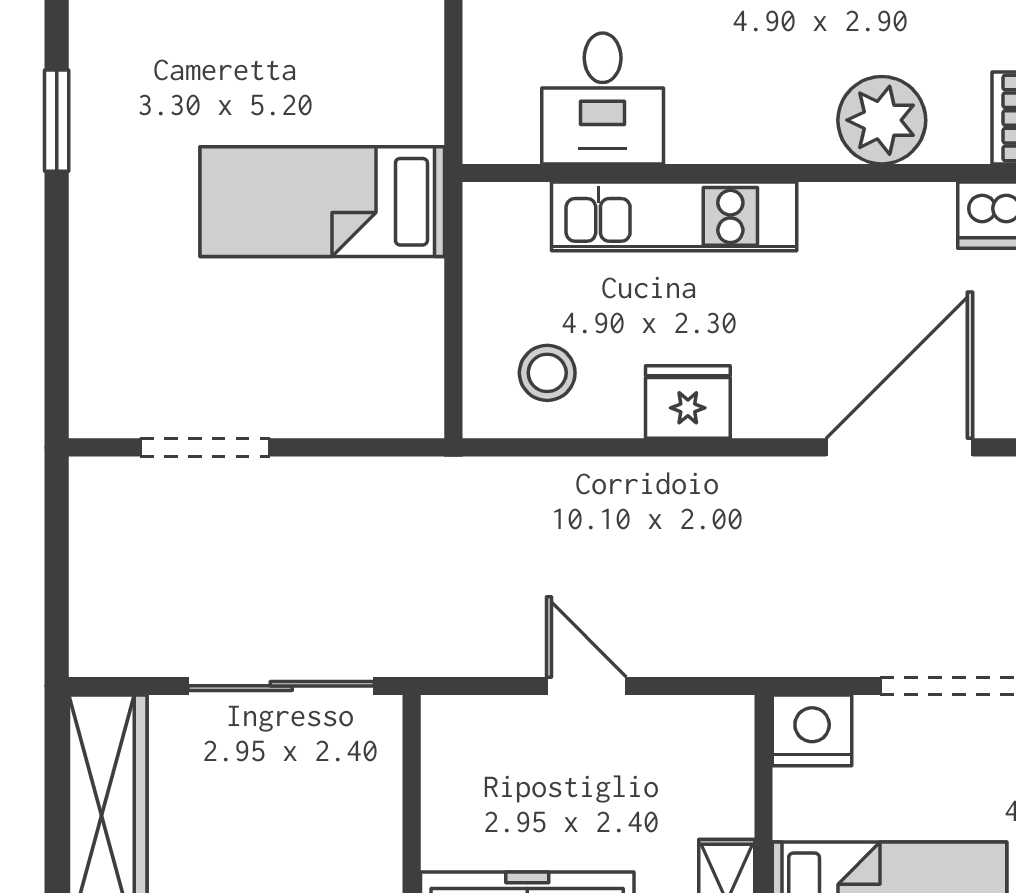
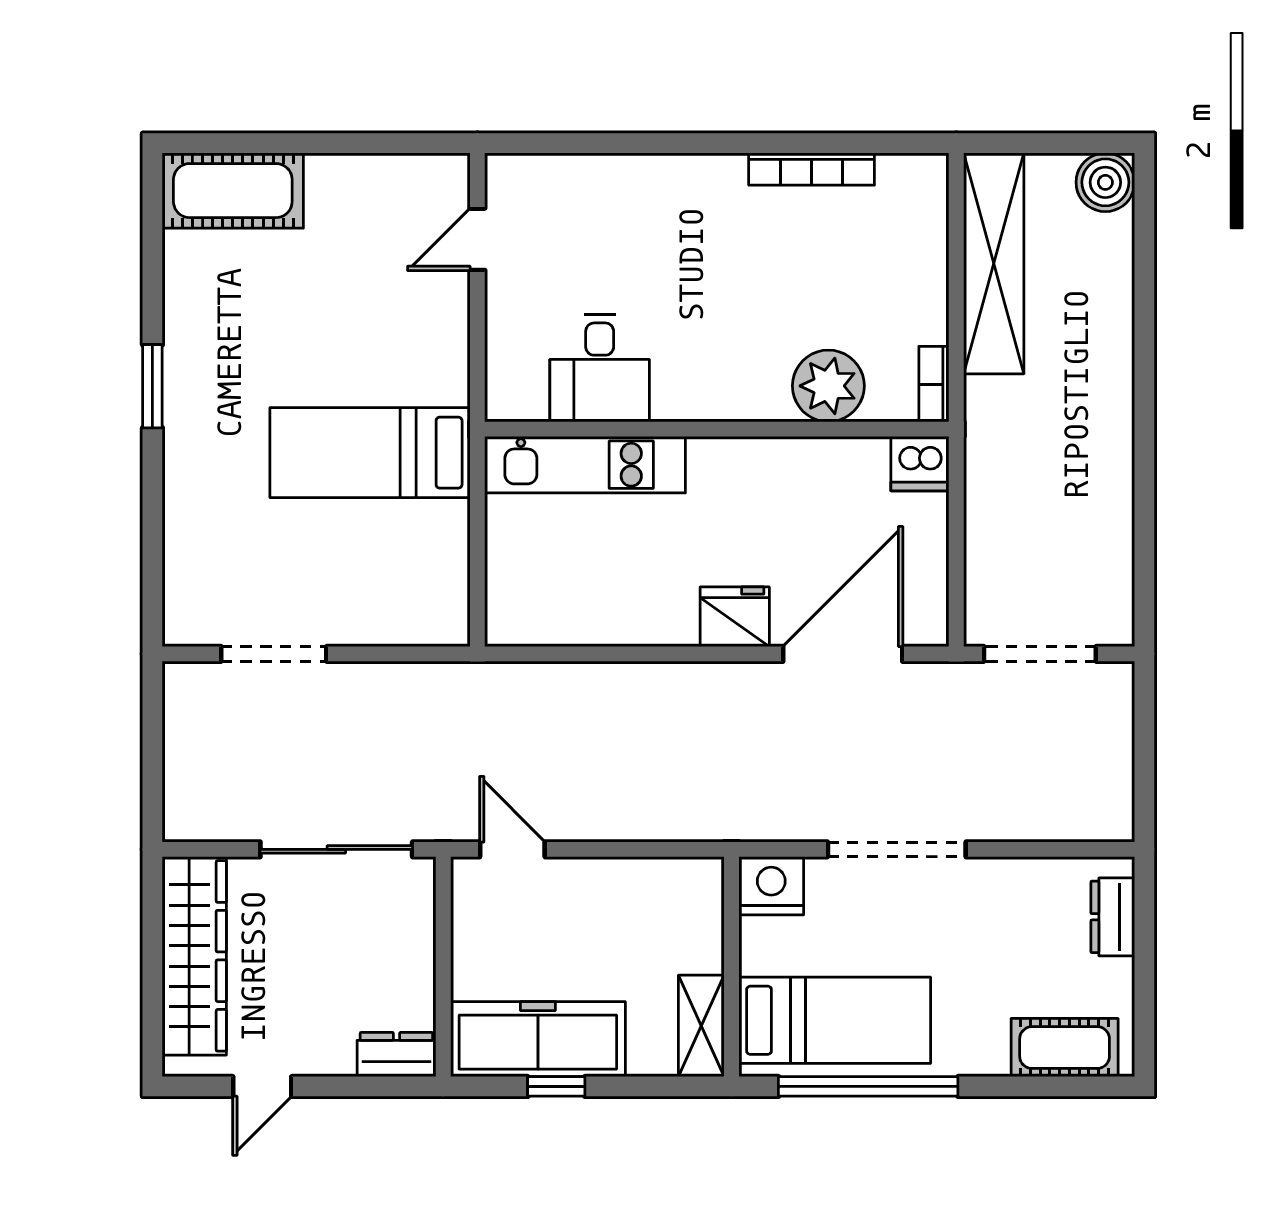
kitchen unit: (674, 216) -> (585, 465), moved
stool: (547, 373) -> (554, 593), removed
fridge: (688, 402) -> (735, 617), moved
door: (586, 686) -> (512, 849), moved

